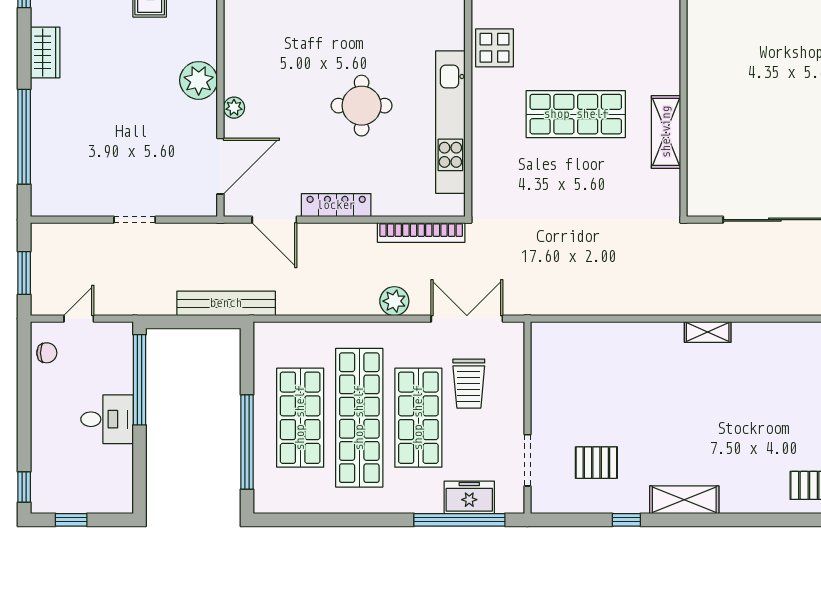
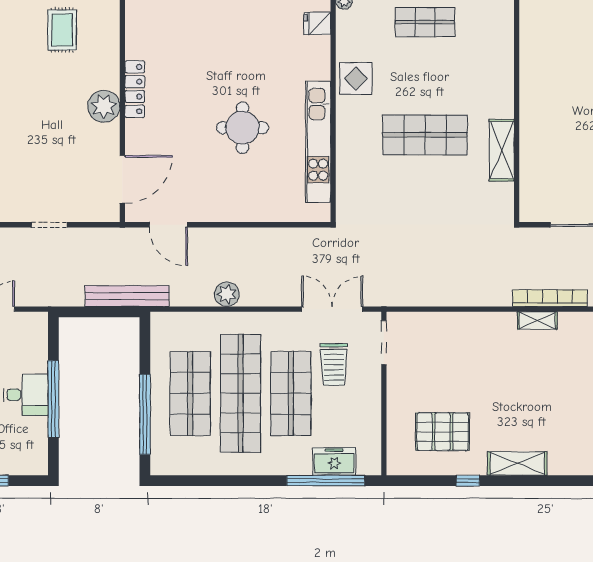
plant: (234, 108) -> (134, 129), removed
locker: (336, 205) -> (135, 89), moved, turned 90
bookcase: (421, 232) -> (550, 298), moved, turned 180
plant: (394, 301) -> (227, 294), moved
window: (139, 380) -> (53, 399), moved
doorway: (527, 460) -> (384, 342), moved
pallet: (596, 463) -> (443, 432), width x1.50, depth x1.42

